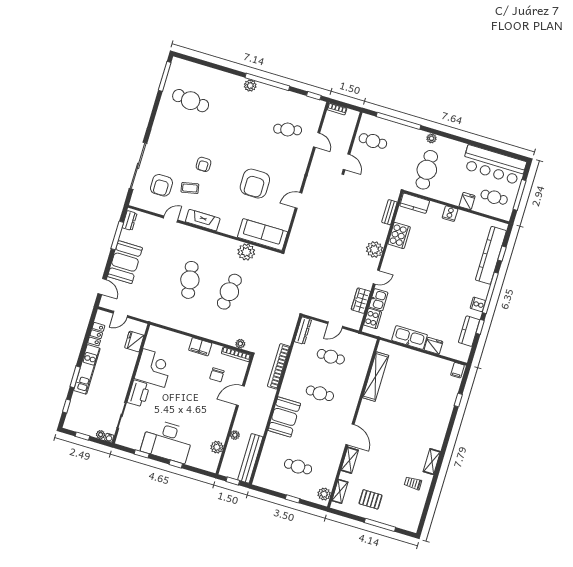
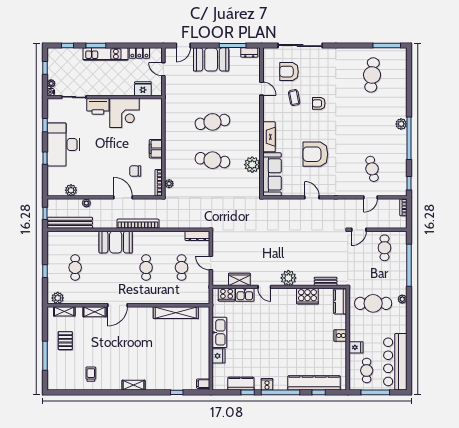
fireplace: (203, 220) -> (269, 137), moved
bookcase: (279, 366) -> (138, 224), moved
shelving: (432, 462) -> (133, 385), moved

